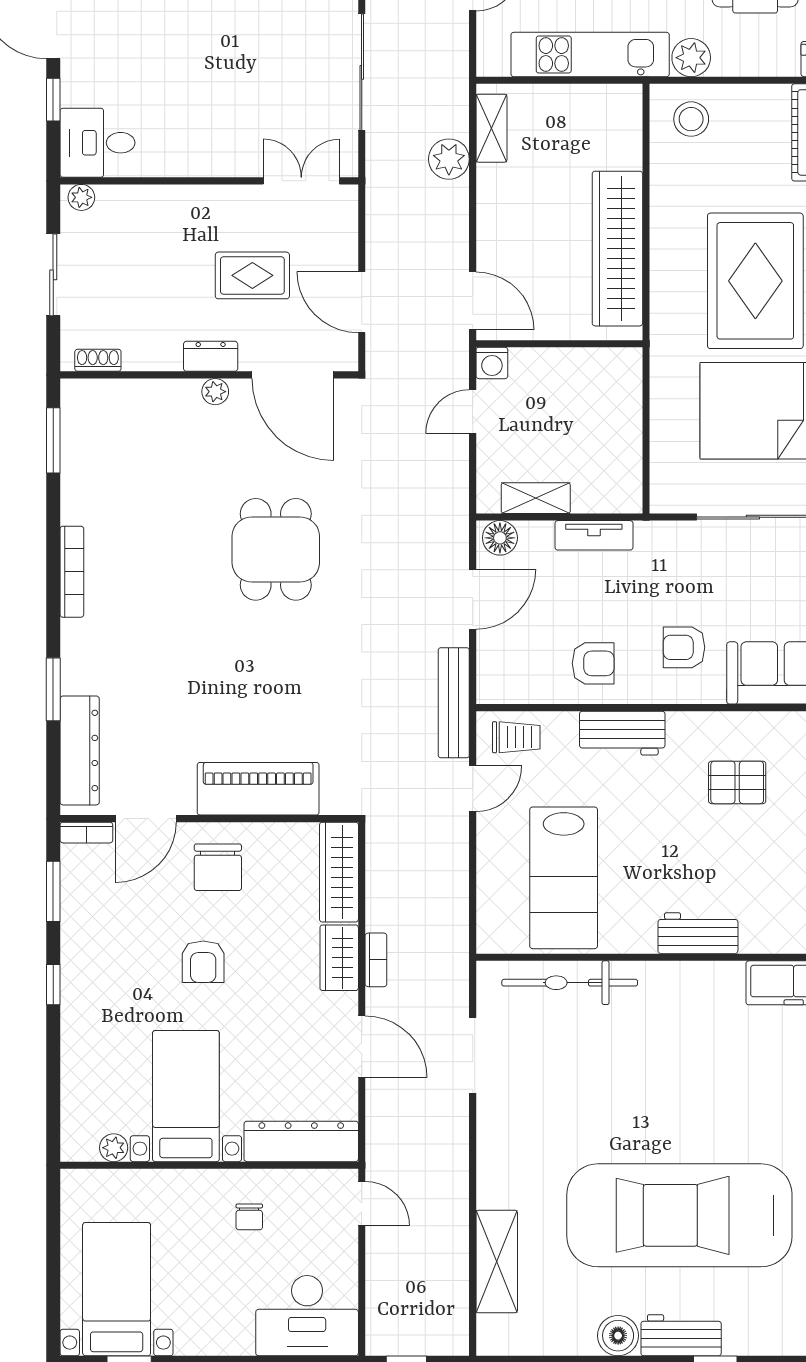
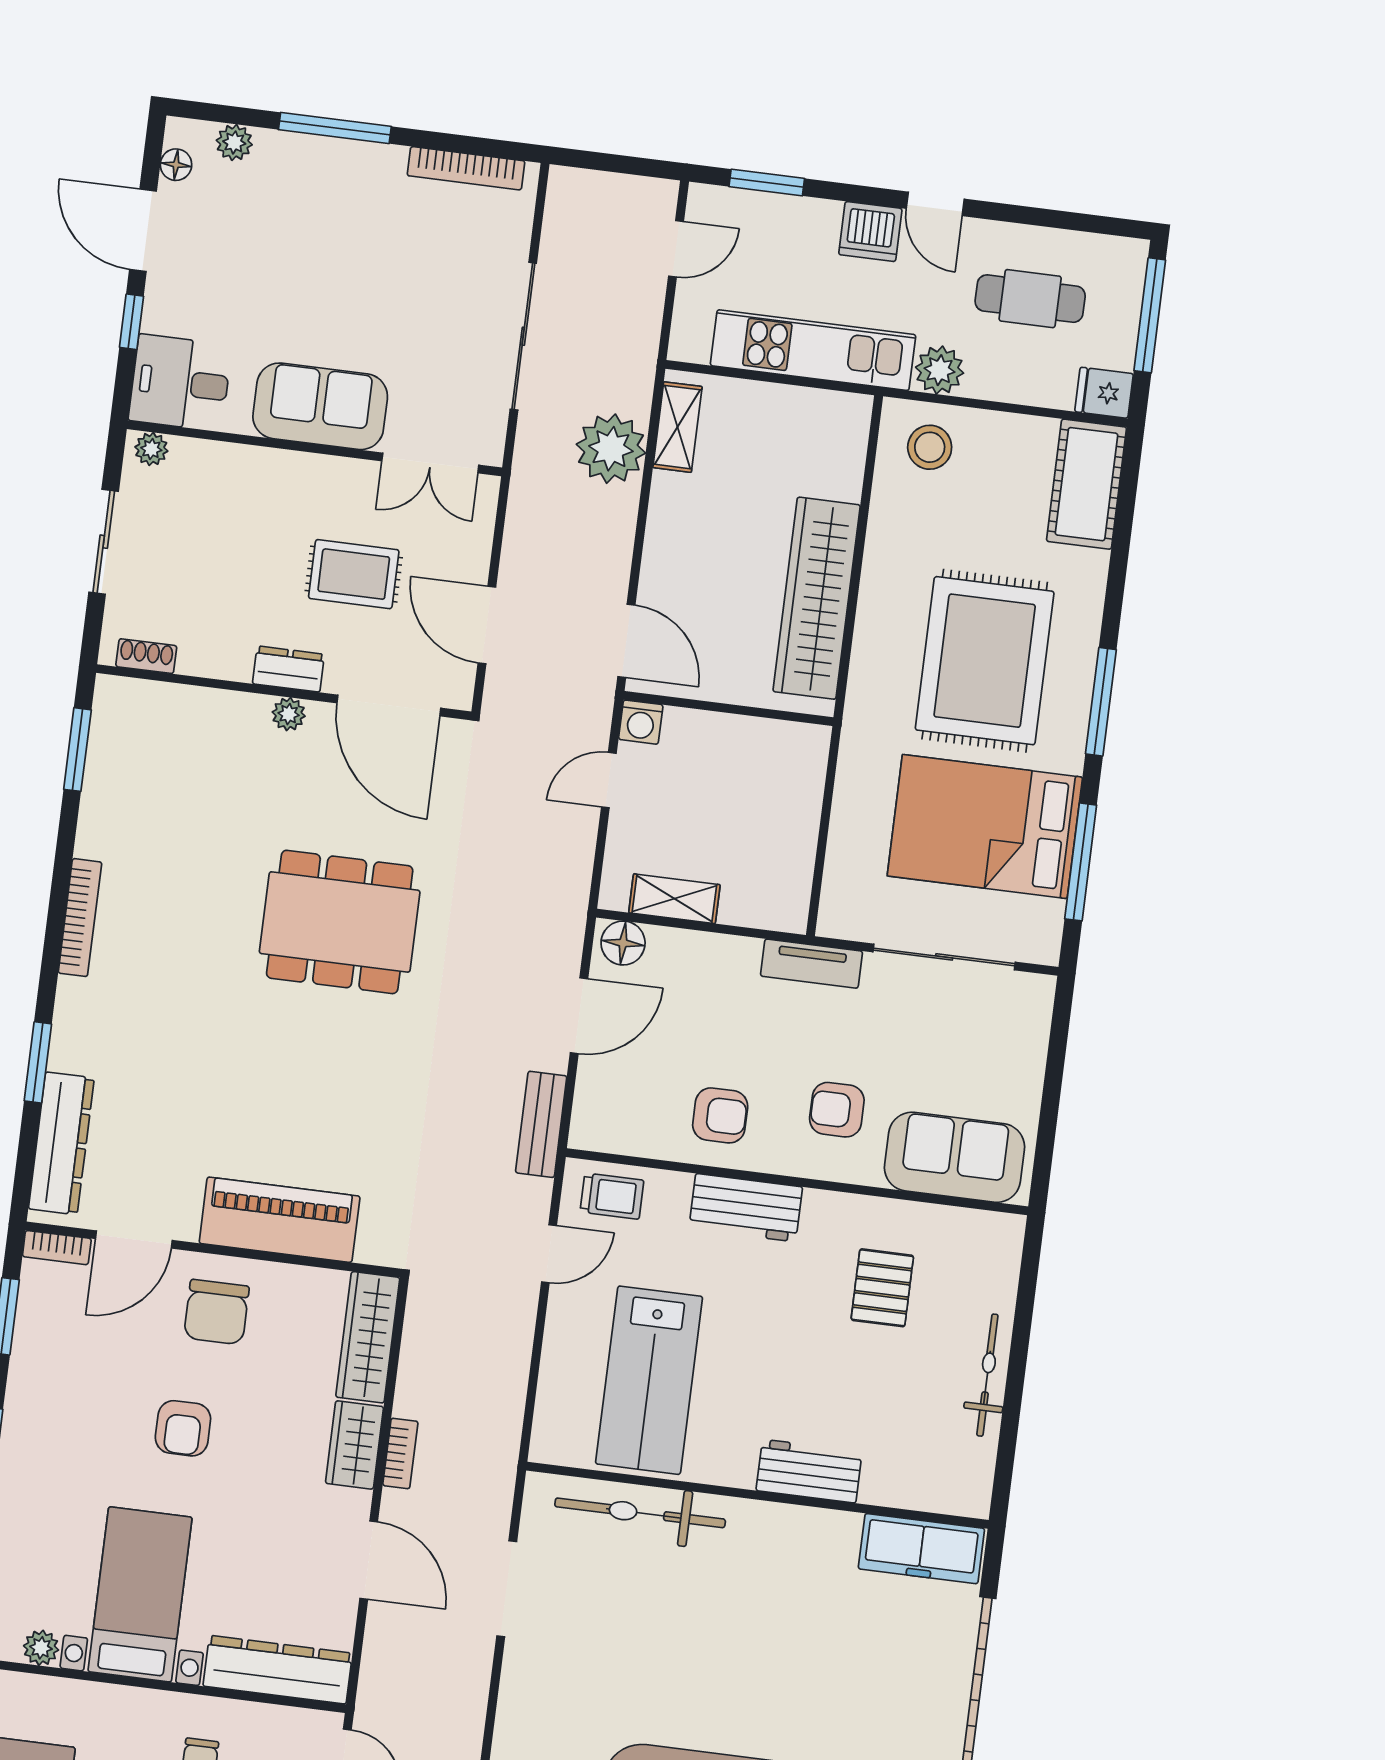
sofa: (209, 147) -> (320, 406), added
plant: (449, 159) -> (611, 449), width x1.36, depth x1.36
double door: (301, 181) -> (430, 463), swing flipped
tv unit: (594, 535) -> (811, 964), moved
dining table: (276, 549) -> (340, 922), width x1.38
bench: (454, 703) -> (541, 1124), width x0.73
pallet: (737, 782) -> (882, 1288), turned 90

